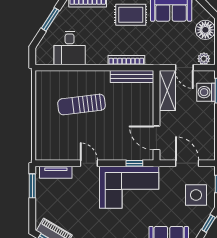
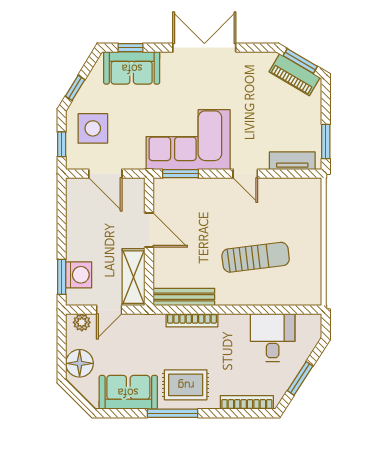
door: (184, 68) -> (109, 310), swing flipped
door: (156, 138) -> (149, 230), moved
window: (134, 163) -> (180, 174), width x1.50

